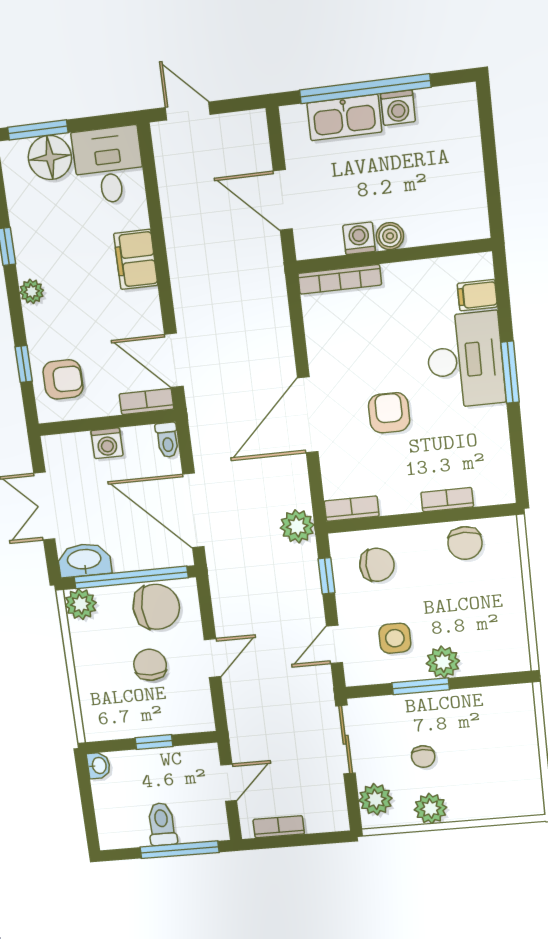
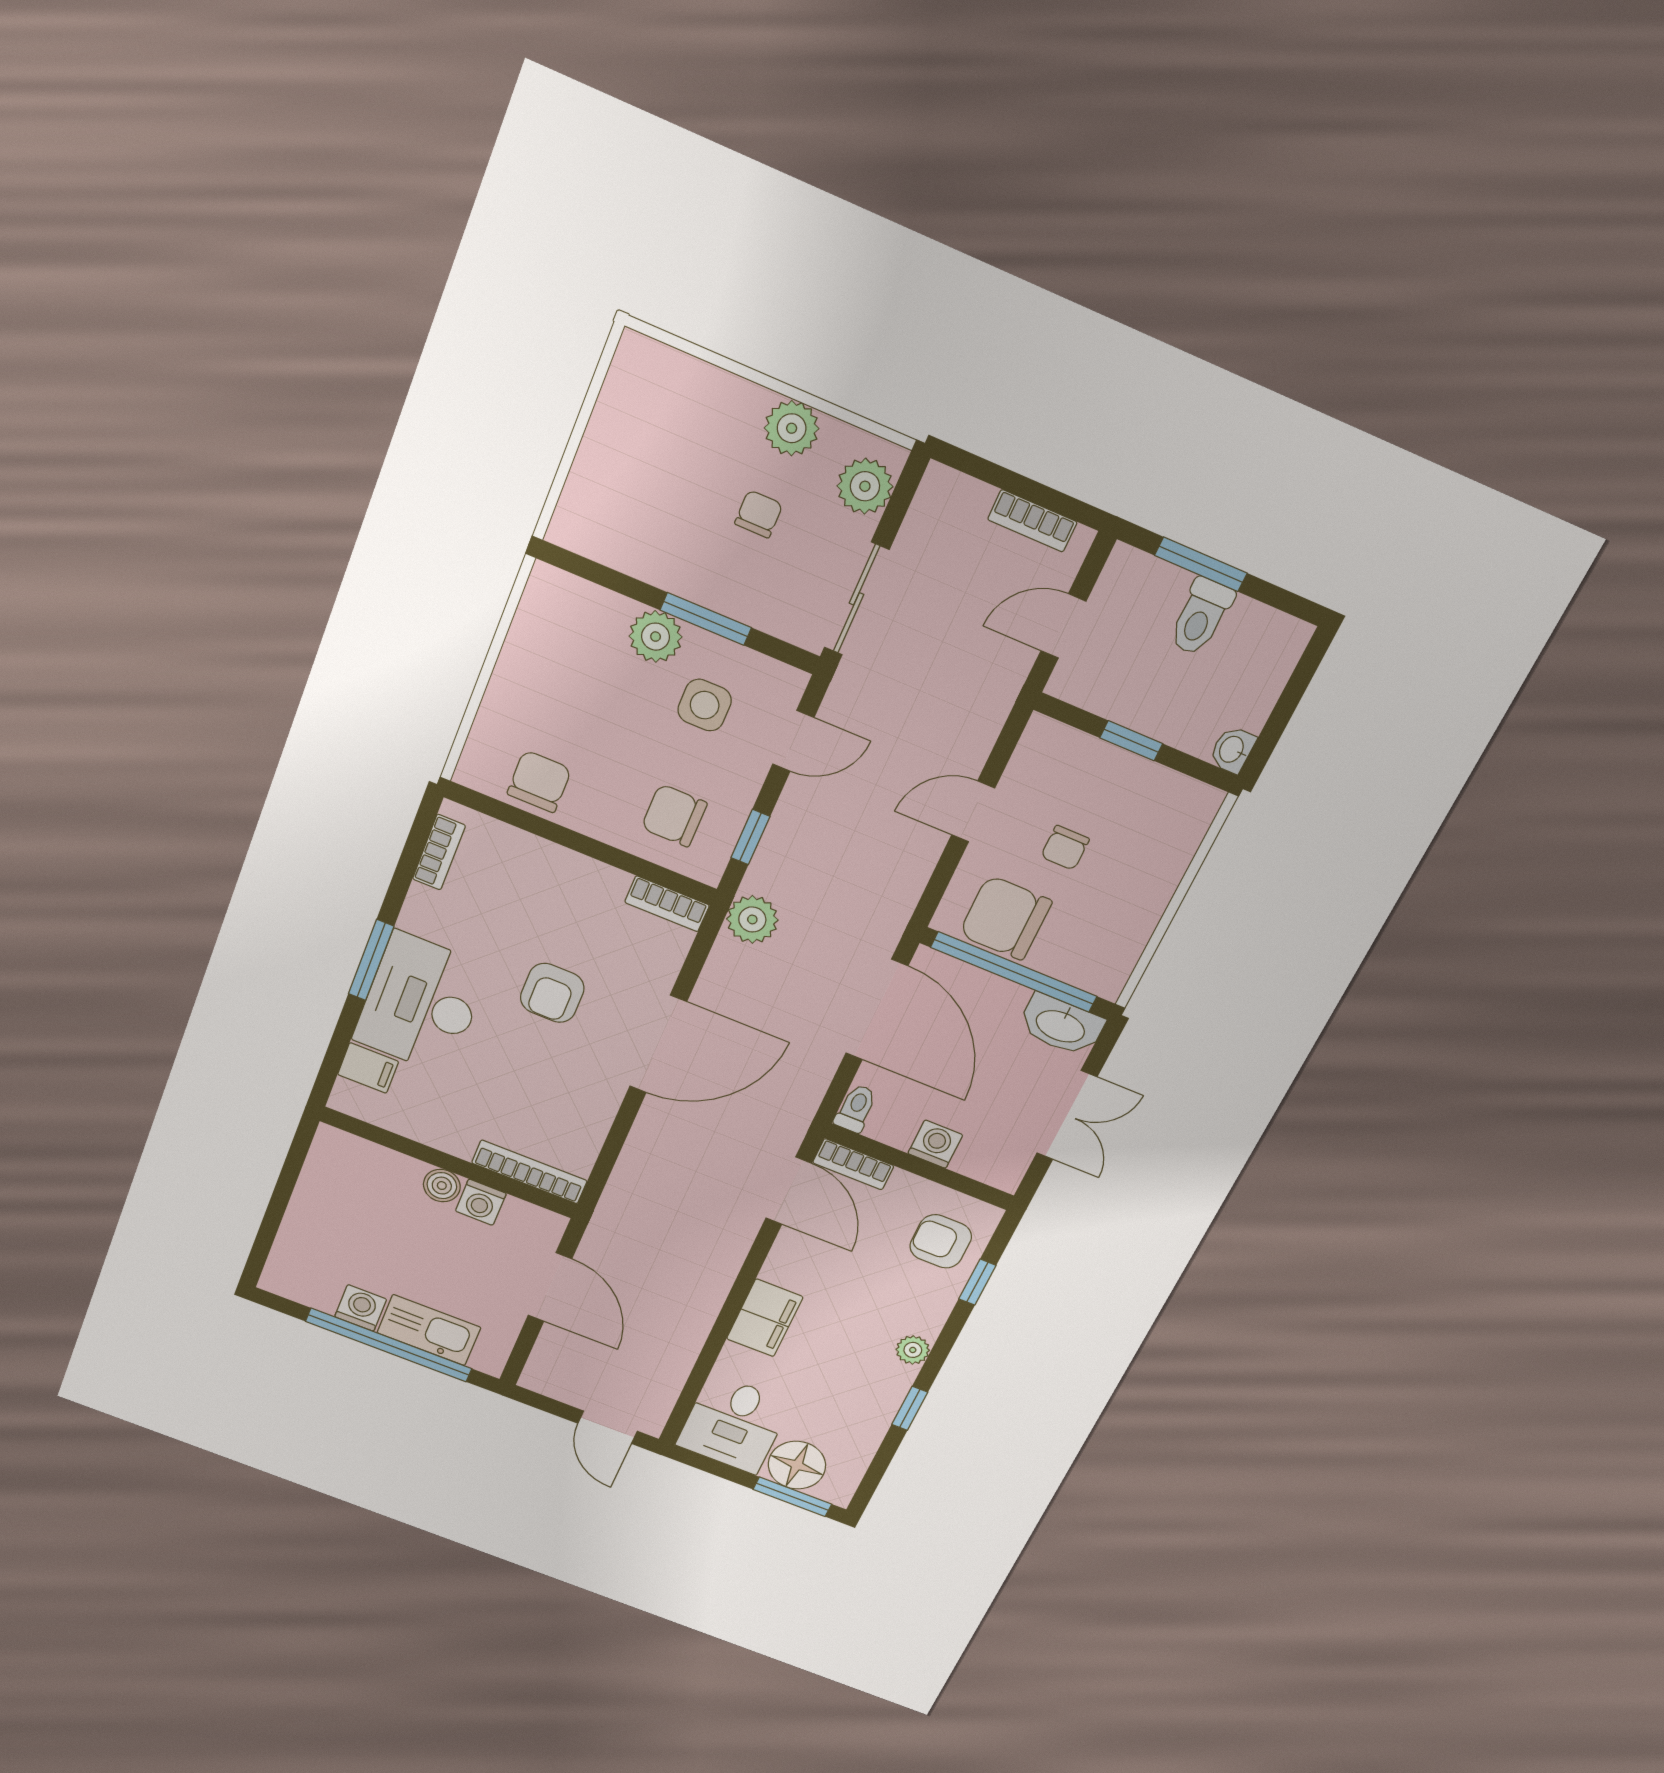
bookcase: (447, 500) -> (439, 852), moved, turned -90
plant: (81, 604) -> (1105, 974), removed
chair: (150, 665) -> (1065, 848), width x0.73, depth x0.73
window: (180, 850) -> (1201, 564), width x0.69

